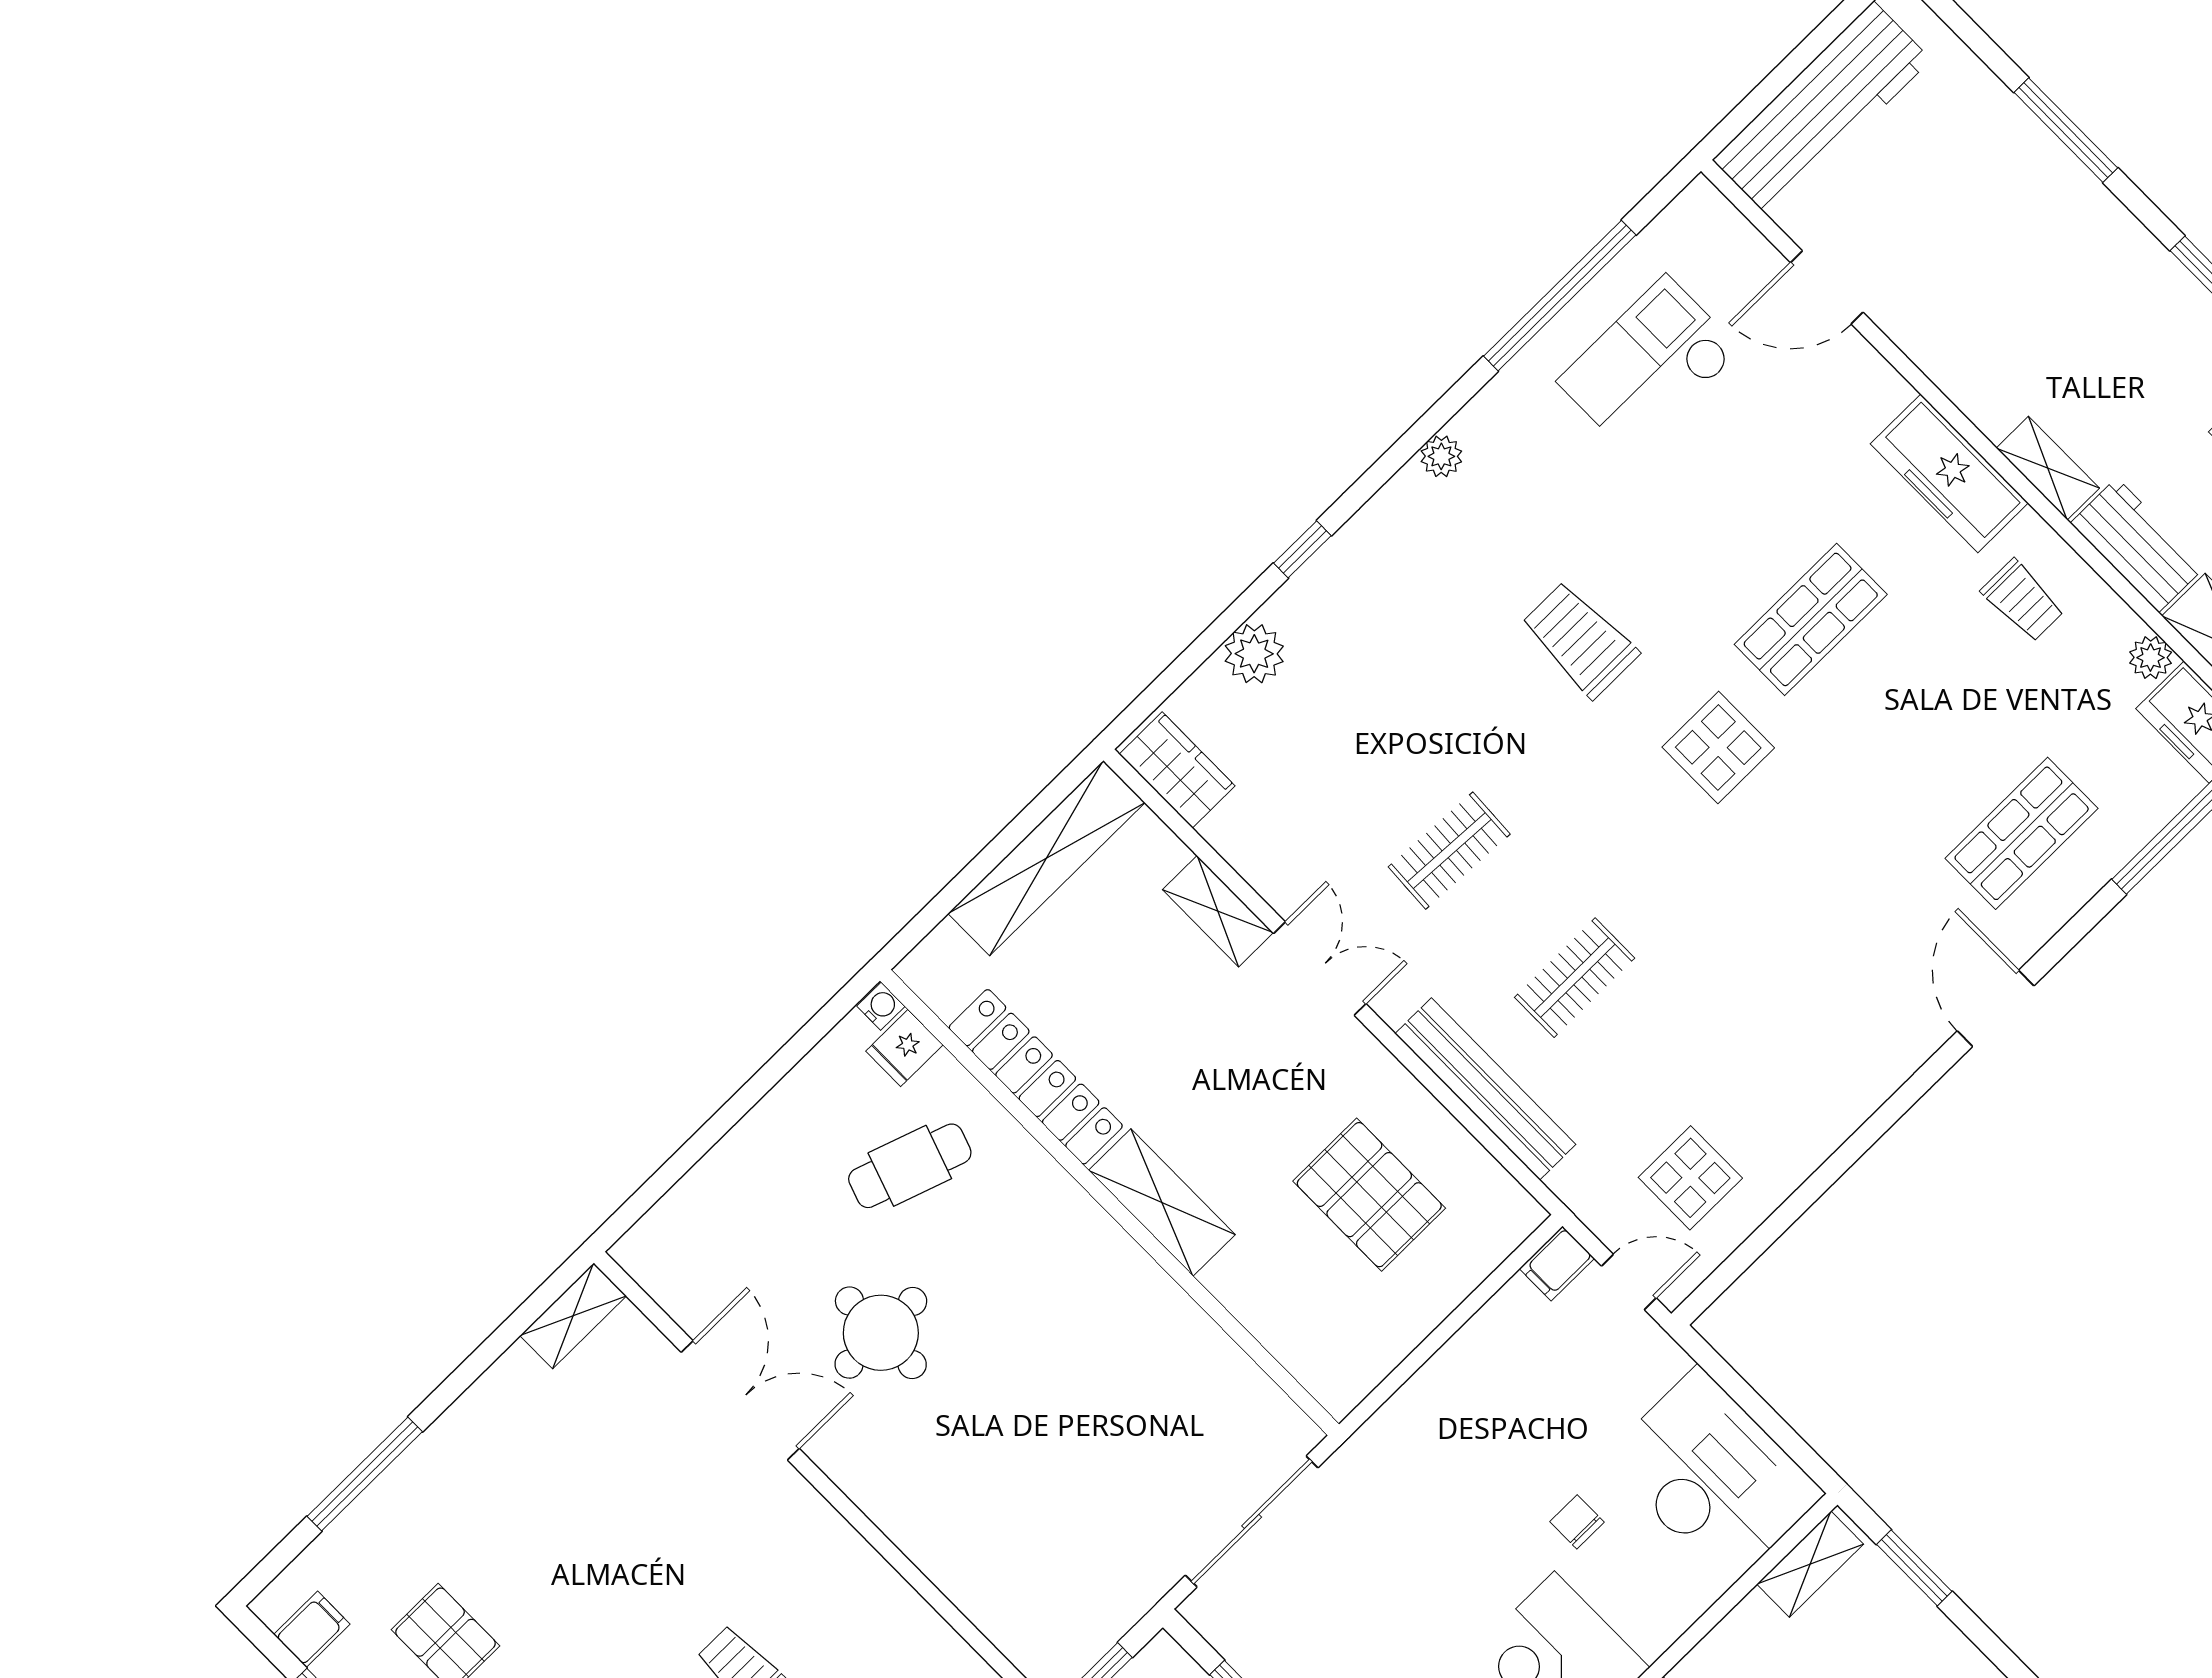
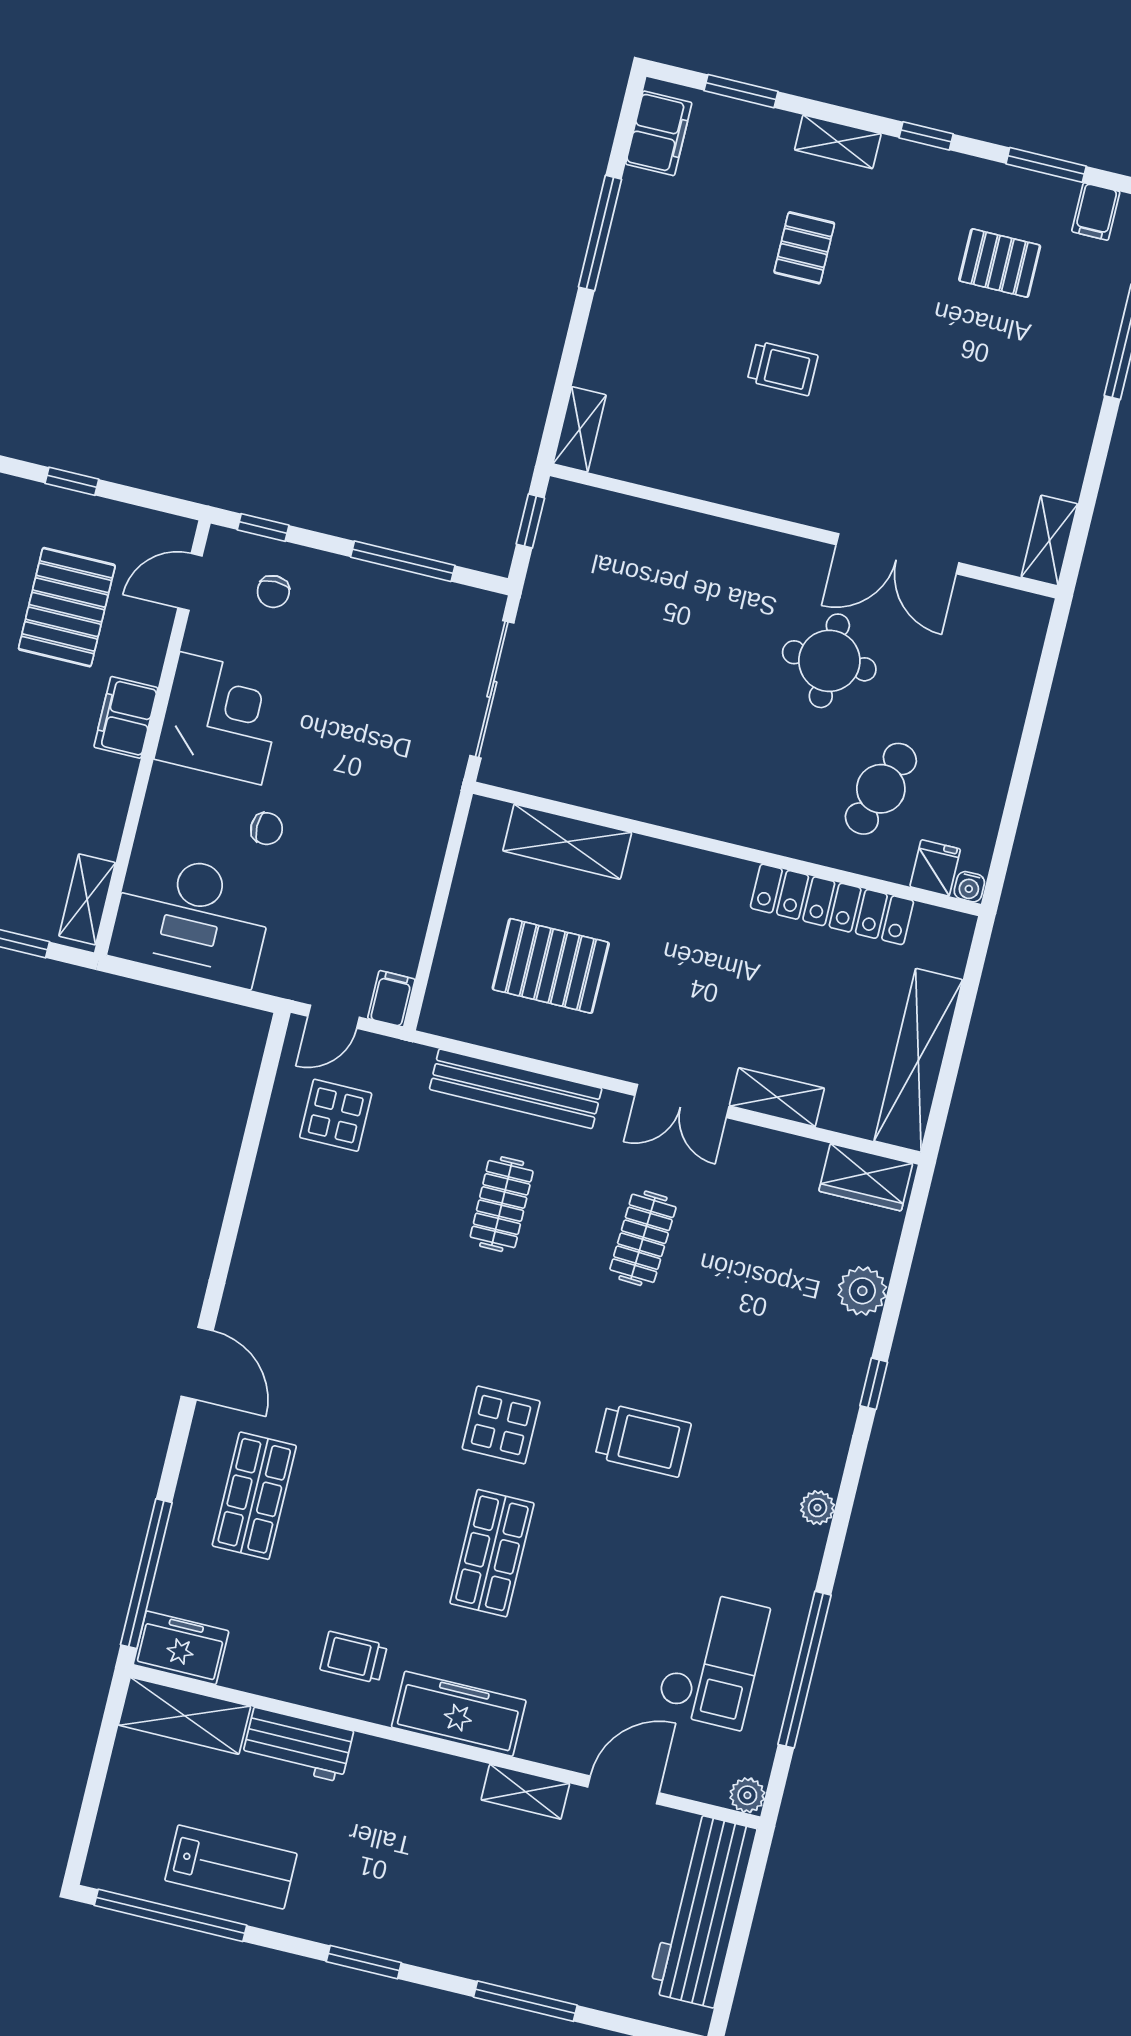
shelving: (2048, 468) -> (525, 1792), moved
plant: (2151, 658) -> (747, 1795), moved
shelving: (1162, 1202) -> (567, 842), moved

